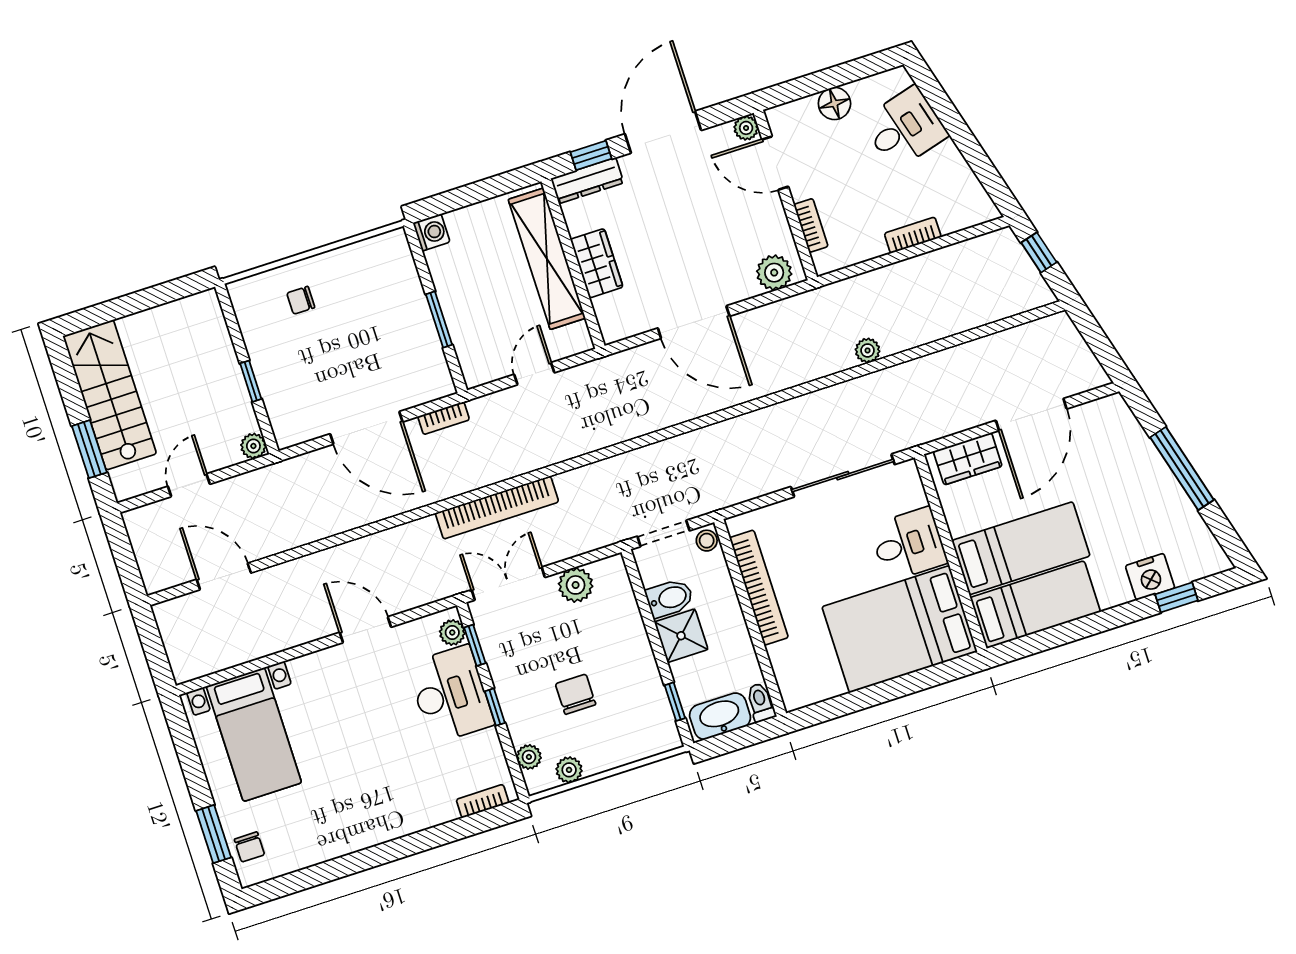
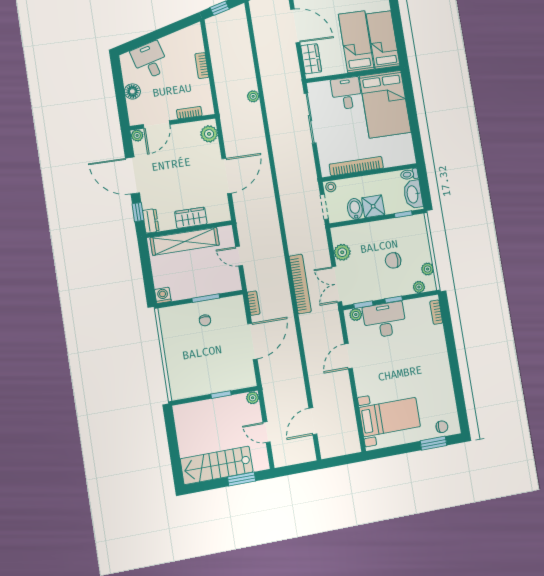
dresser: (587, 181) -> (151, 221), width x0.70
chair: (301, 300) -> (205, 320), moved

